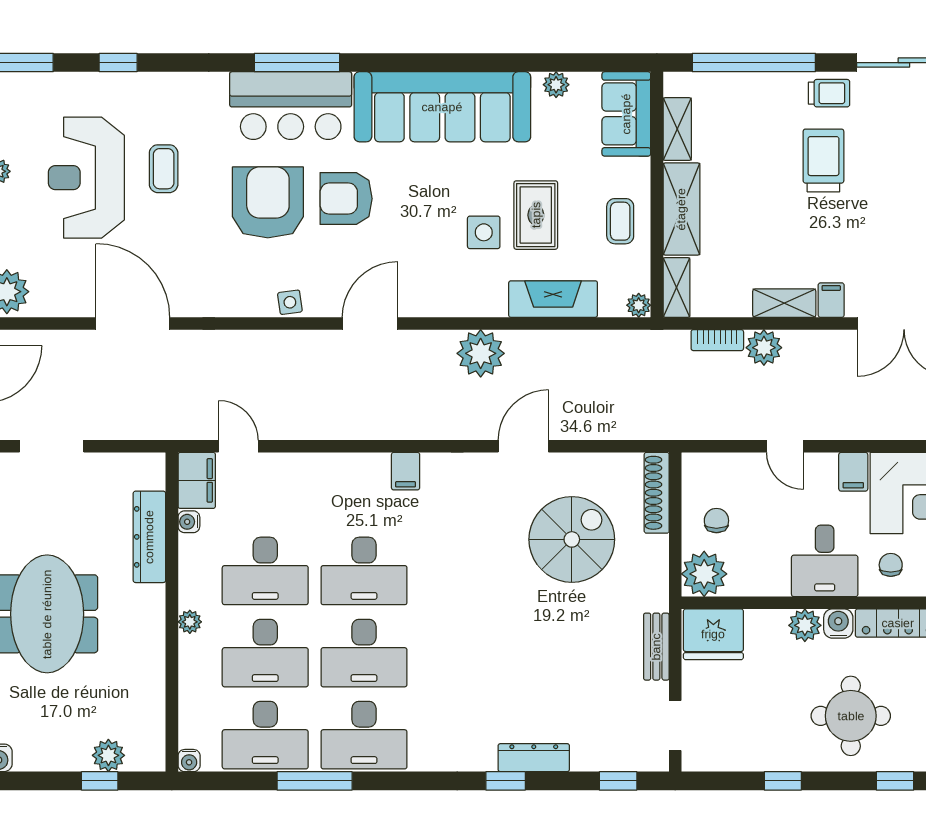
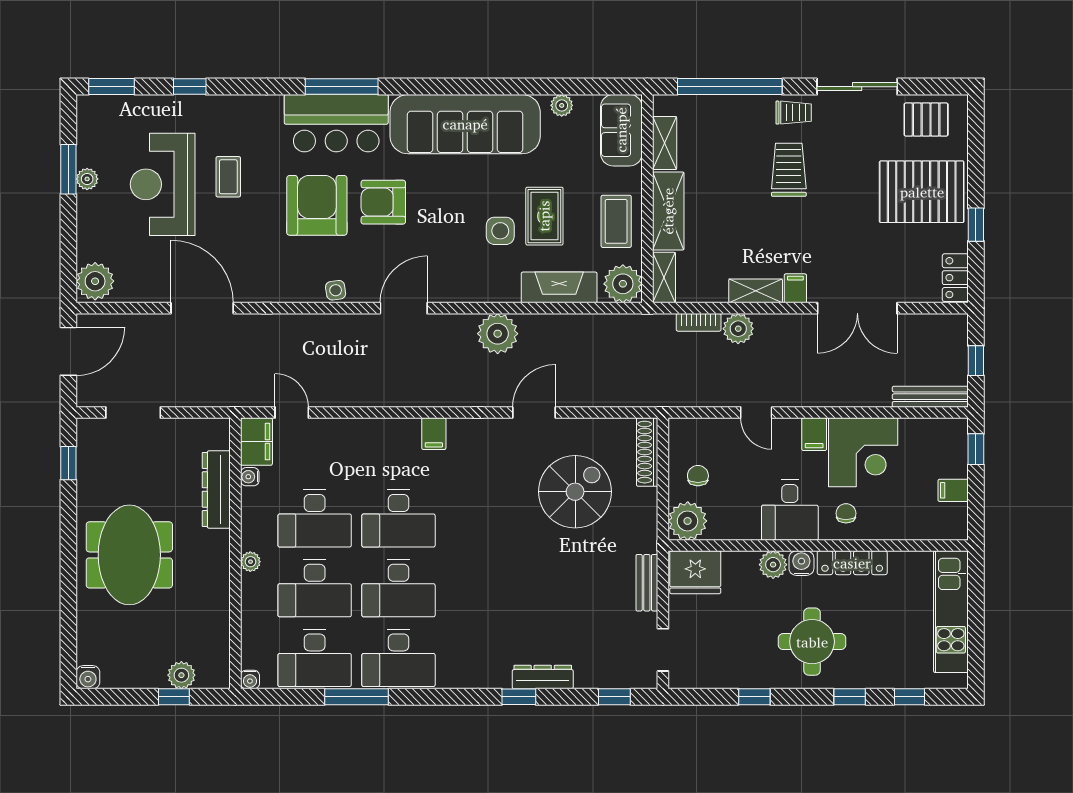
coffee table: (620, 221) -> (616, 221), width x1.36, depth x1.30
plant: (639, 305) -> (623, 284), width x1.88, depth x1.88

